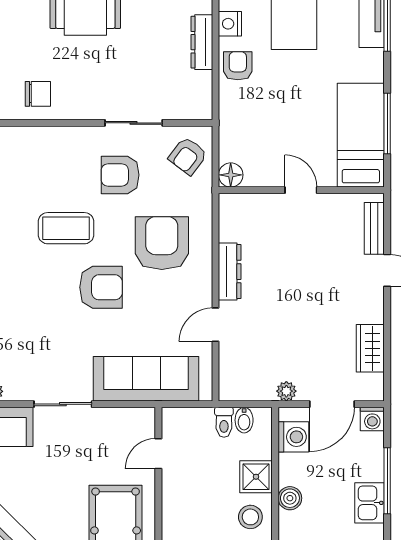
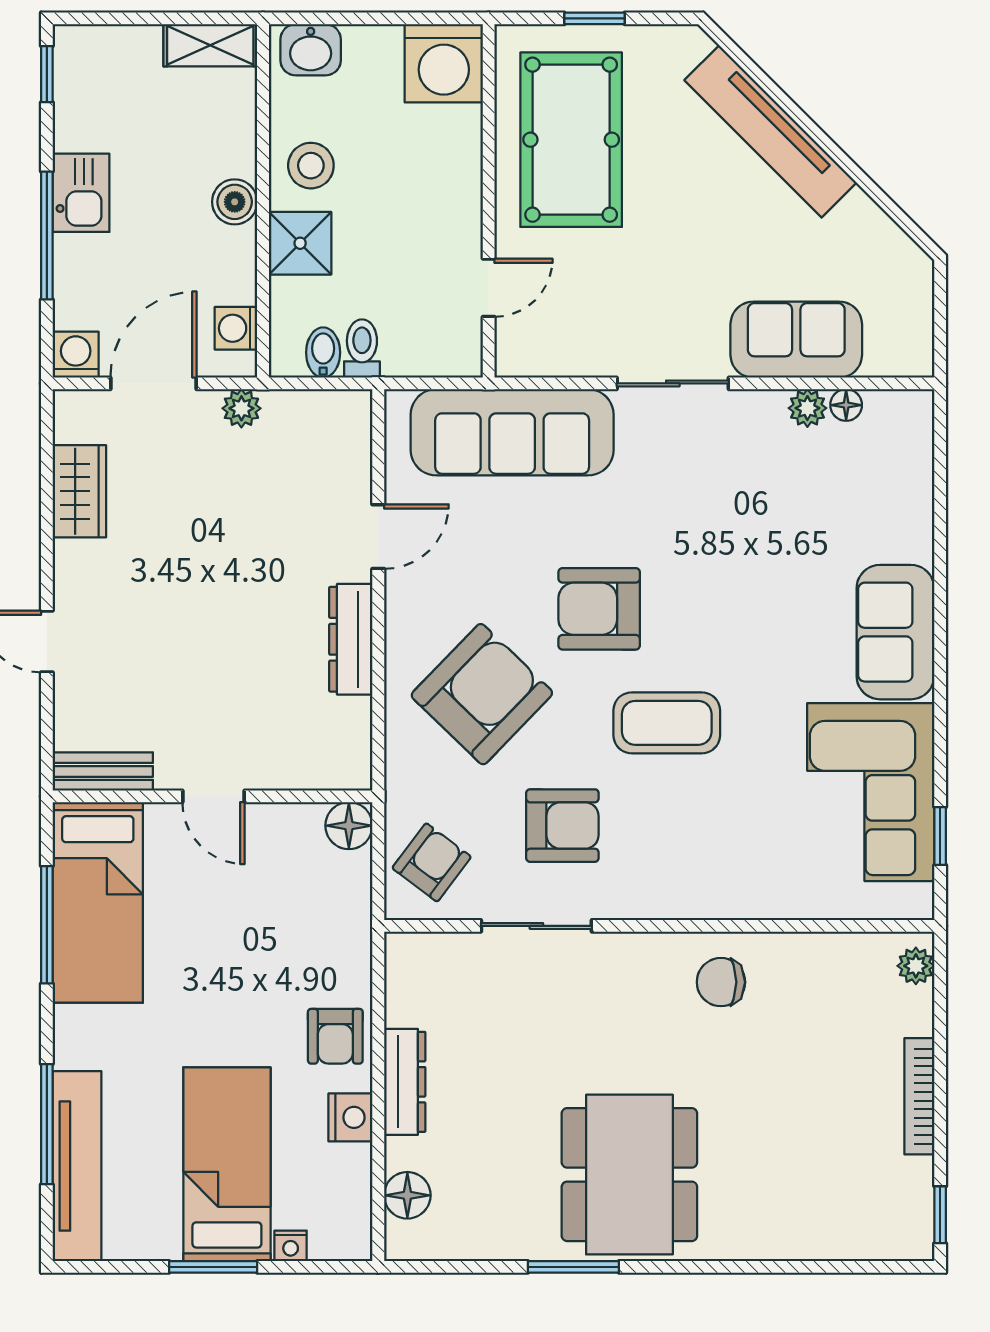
bench: (374, 228) -> (103, 771), moved, turned 90
armchair: (162, 243) -> (482, 694), turned -136
washing machine: (293, 437) -> (236, 328), width x0.73, depth x0.73

